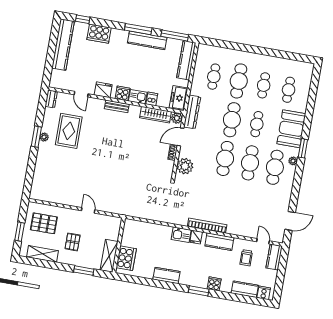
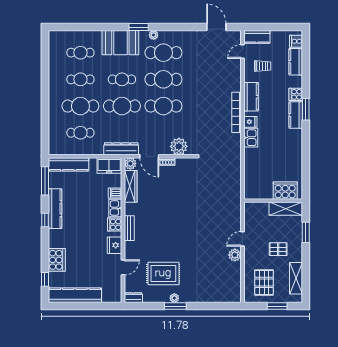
window: (138, 29) -> (45, 220), width x0.46
plant: (74, 201) -> (235, 255), added
kitchen counter: (166, 275) -> (296, 115), moved

